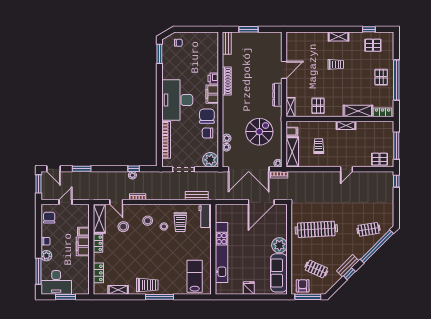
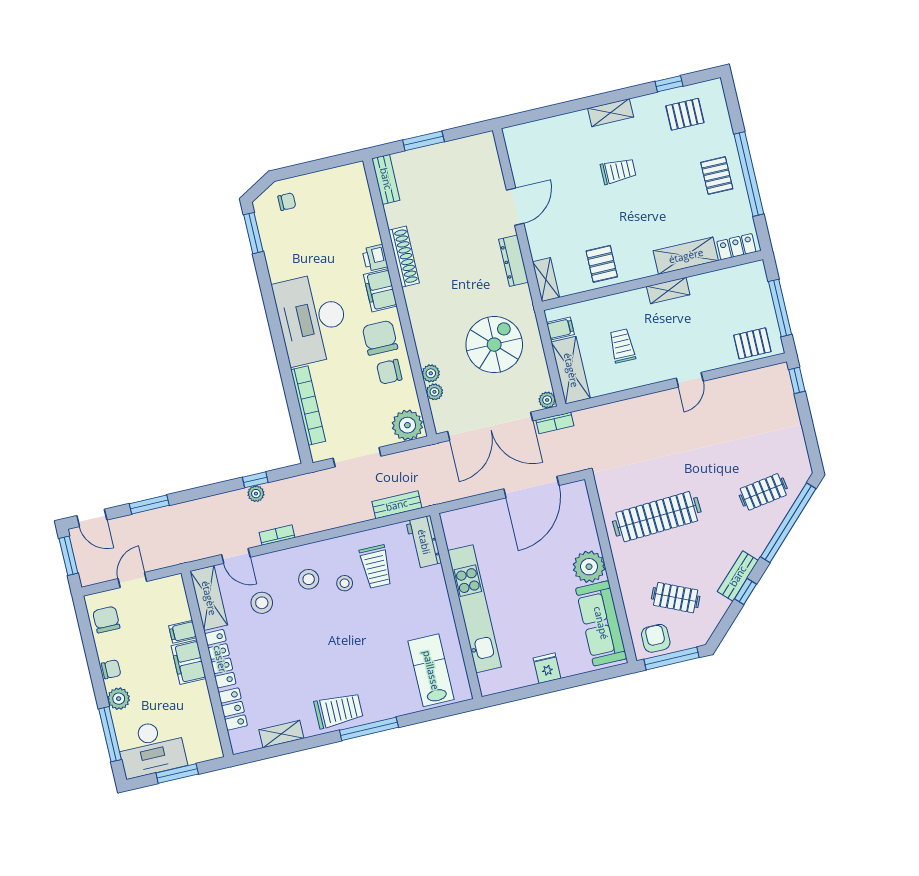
locker: (98, 243) -> (220, 659), width x1.53

